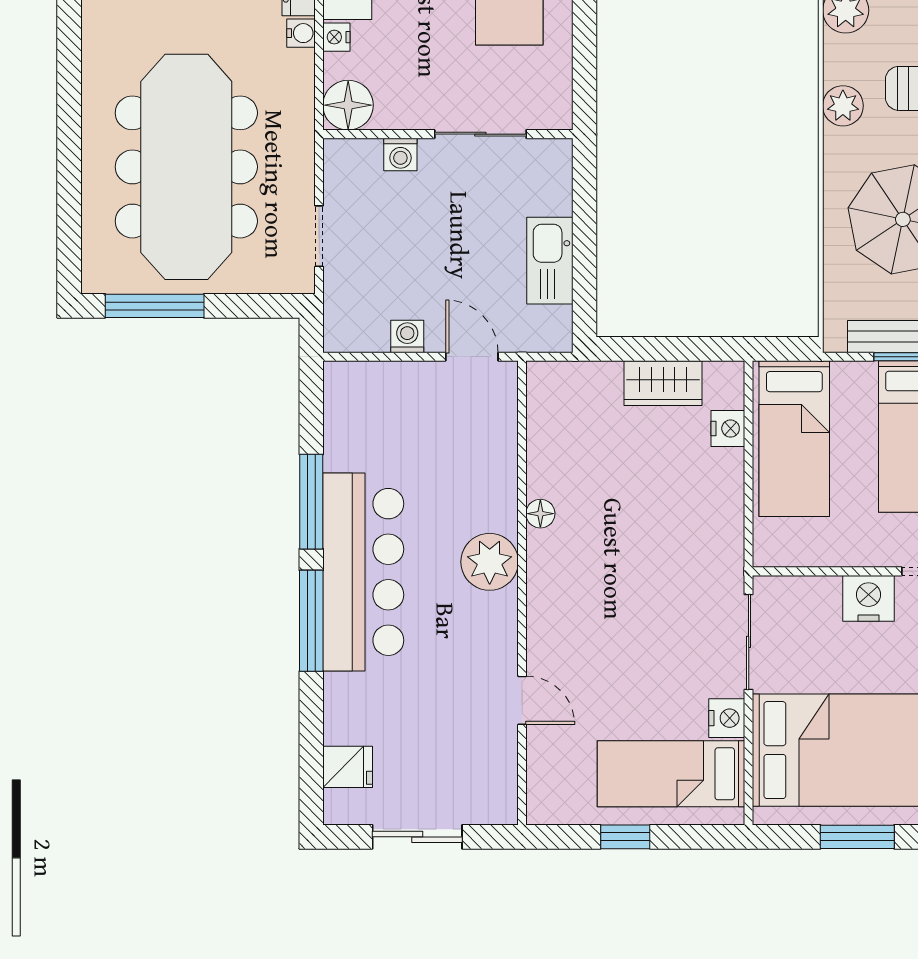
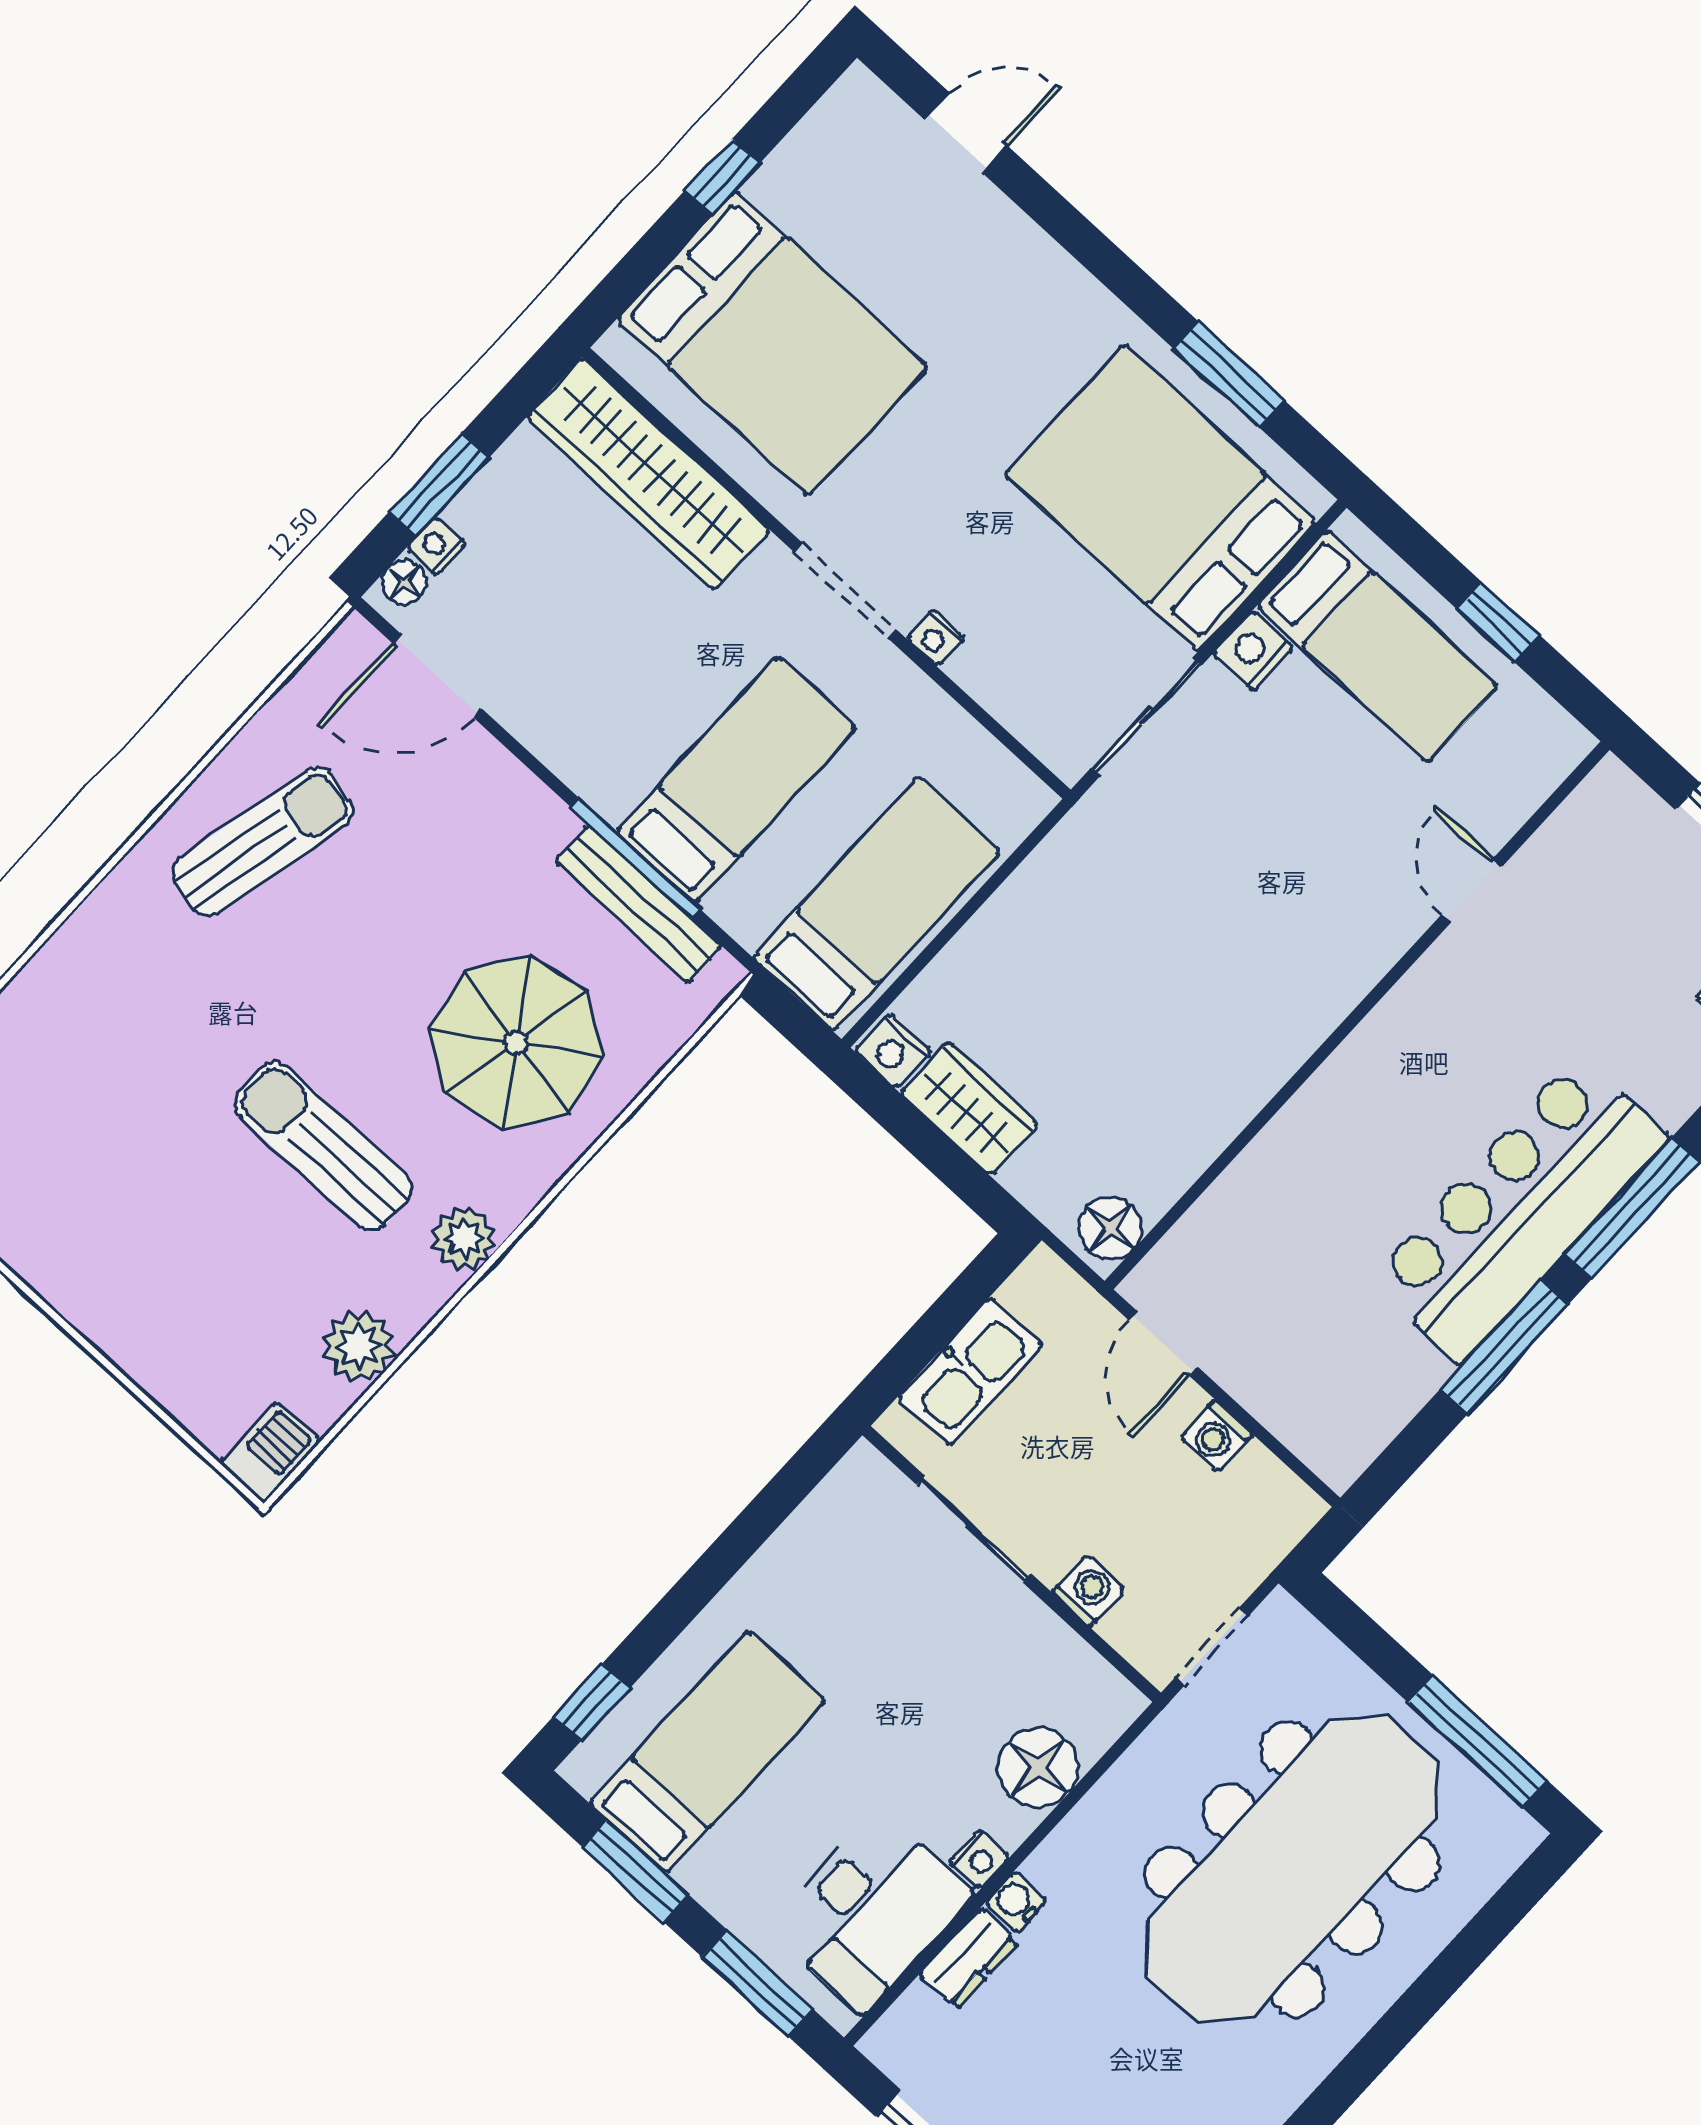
wall: (448, 134) -> (1012, 1564), moved
sliding door: (480, 134) -> (974, 1529), moved
washing machine: (400, 155) -> (1089, 1591), moved
nightstand: (728, 429) -> (893, 1051), moved, turned -90
floor lamp: (540, 514) -> (1111, 1228), moved, width x1.37, depth x1.37
plant: (490, 562) -> (1362, 1086), removed
nightstand: (868, 598) -> (936, 638), width x0.53, depth x0.56

